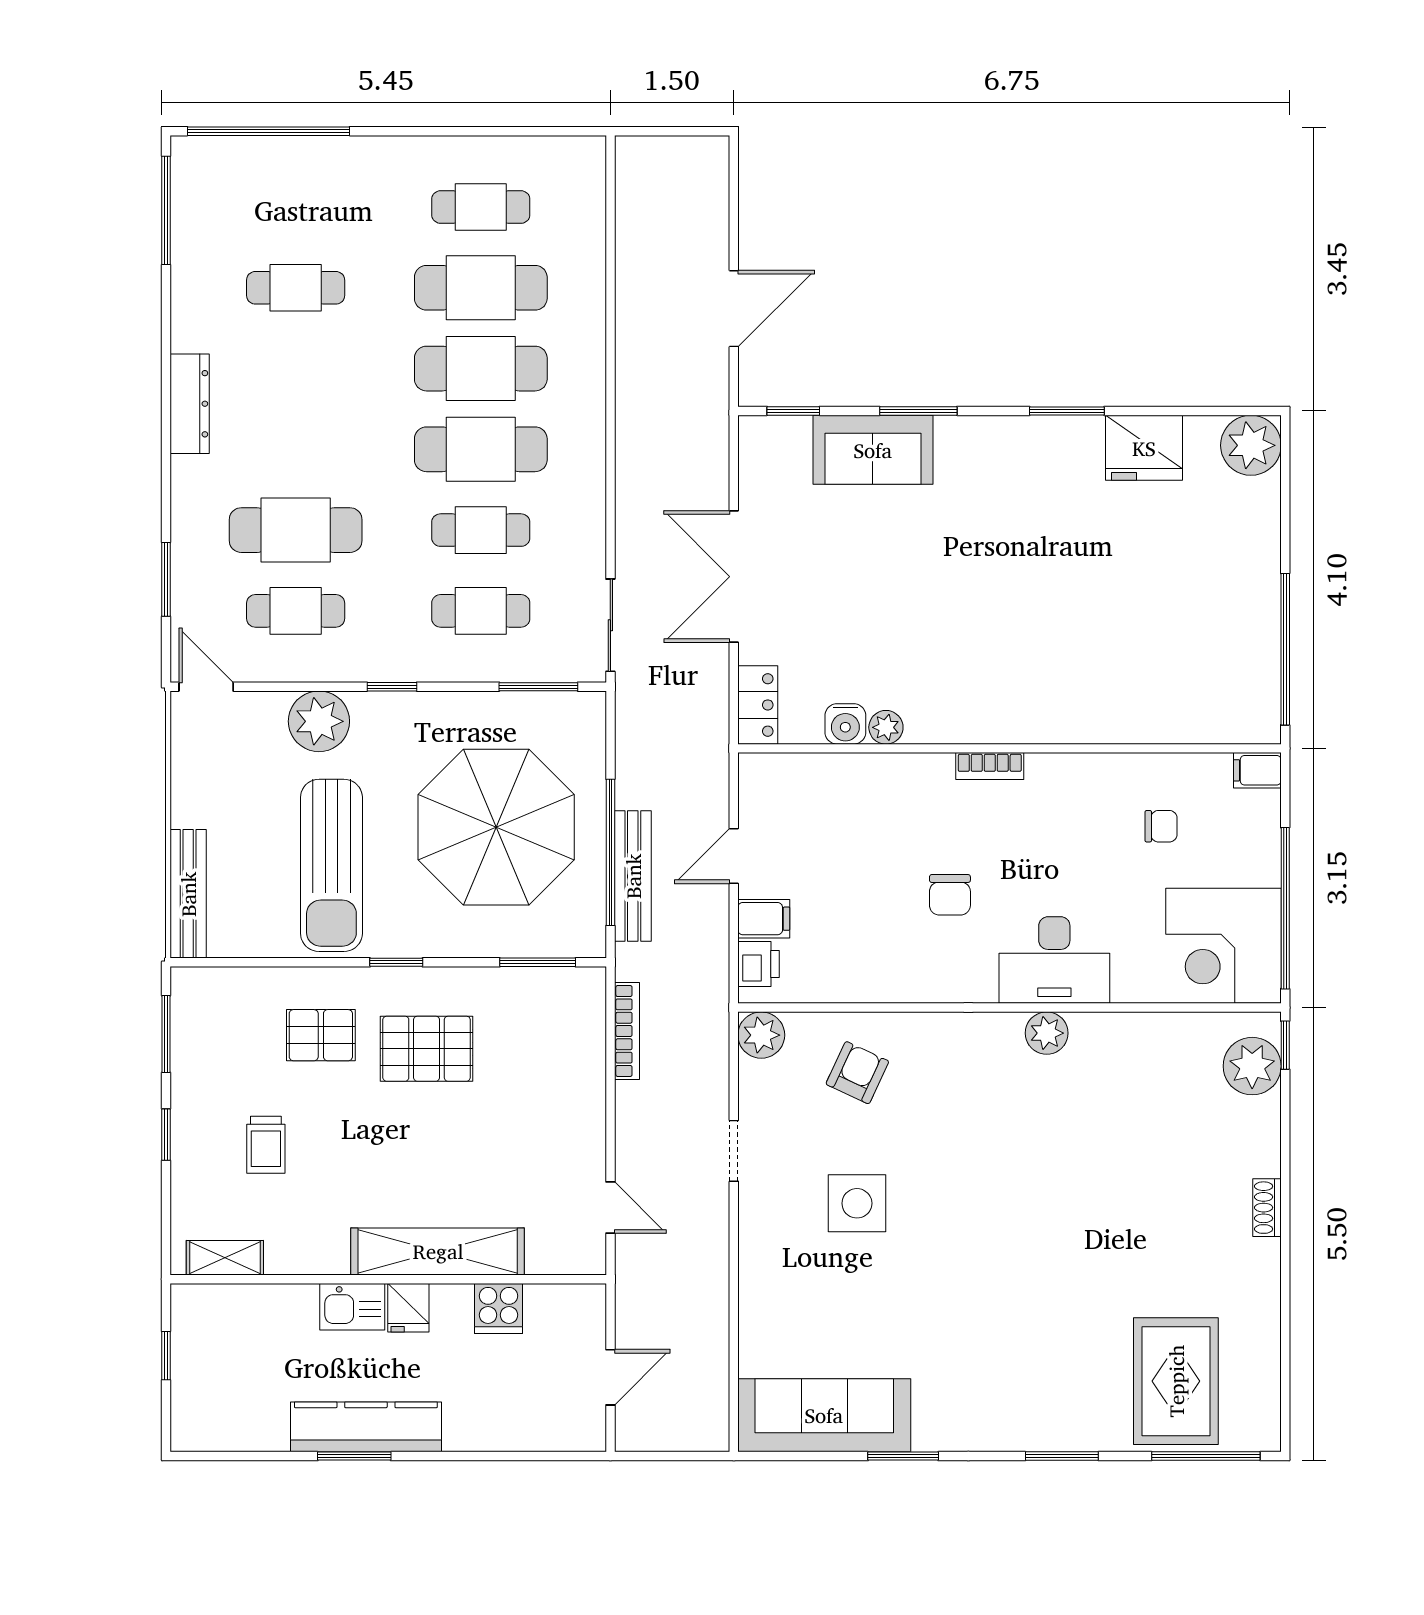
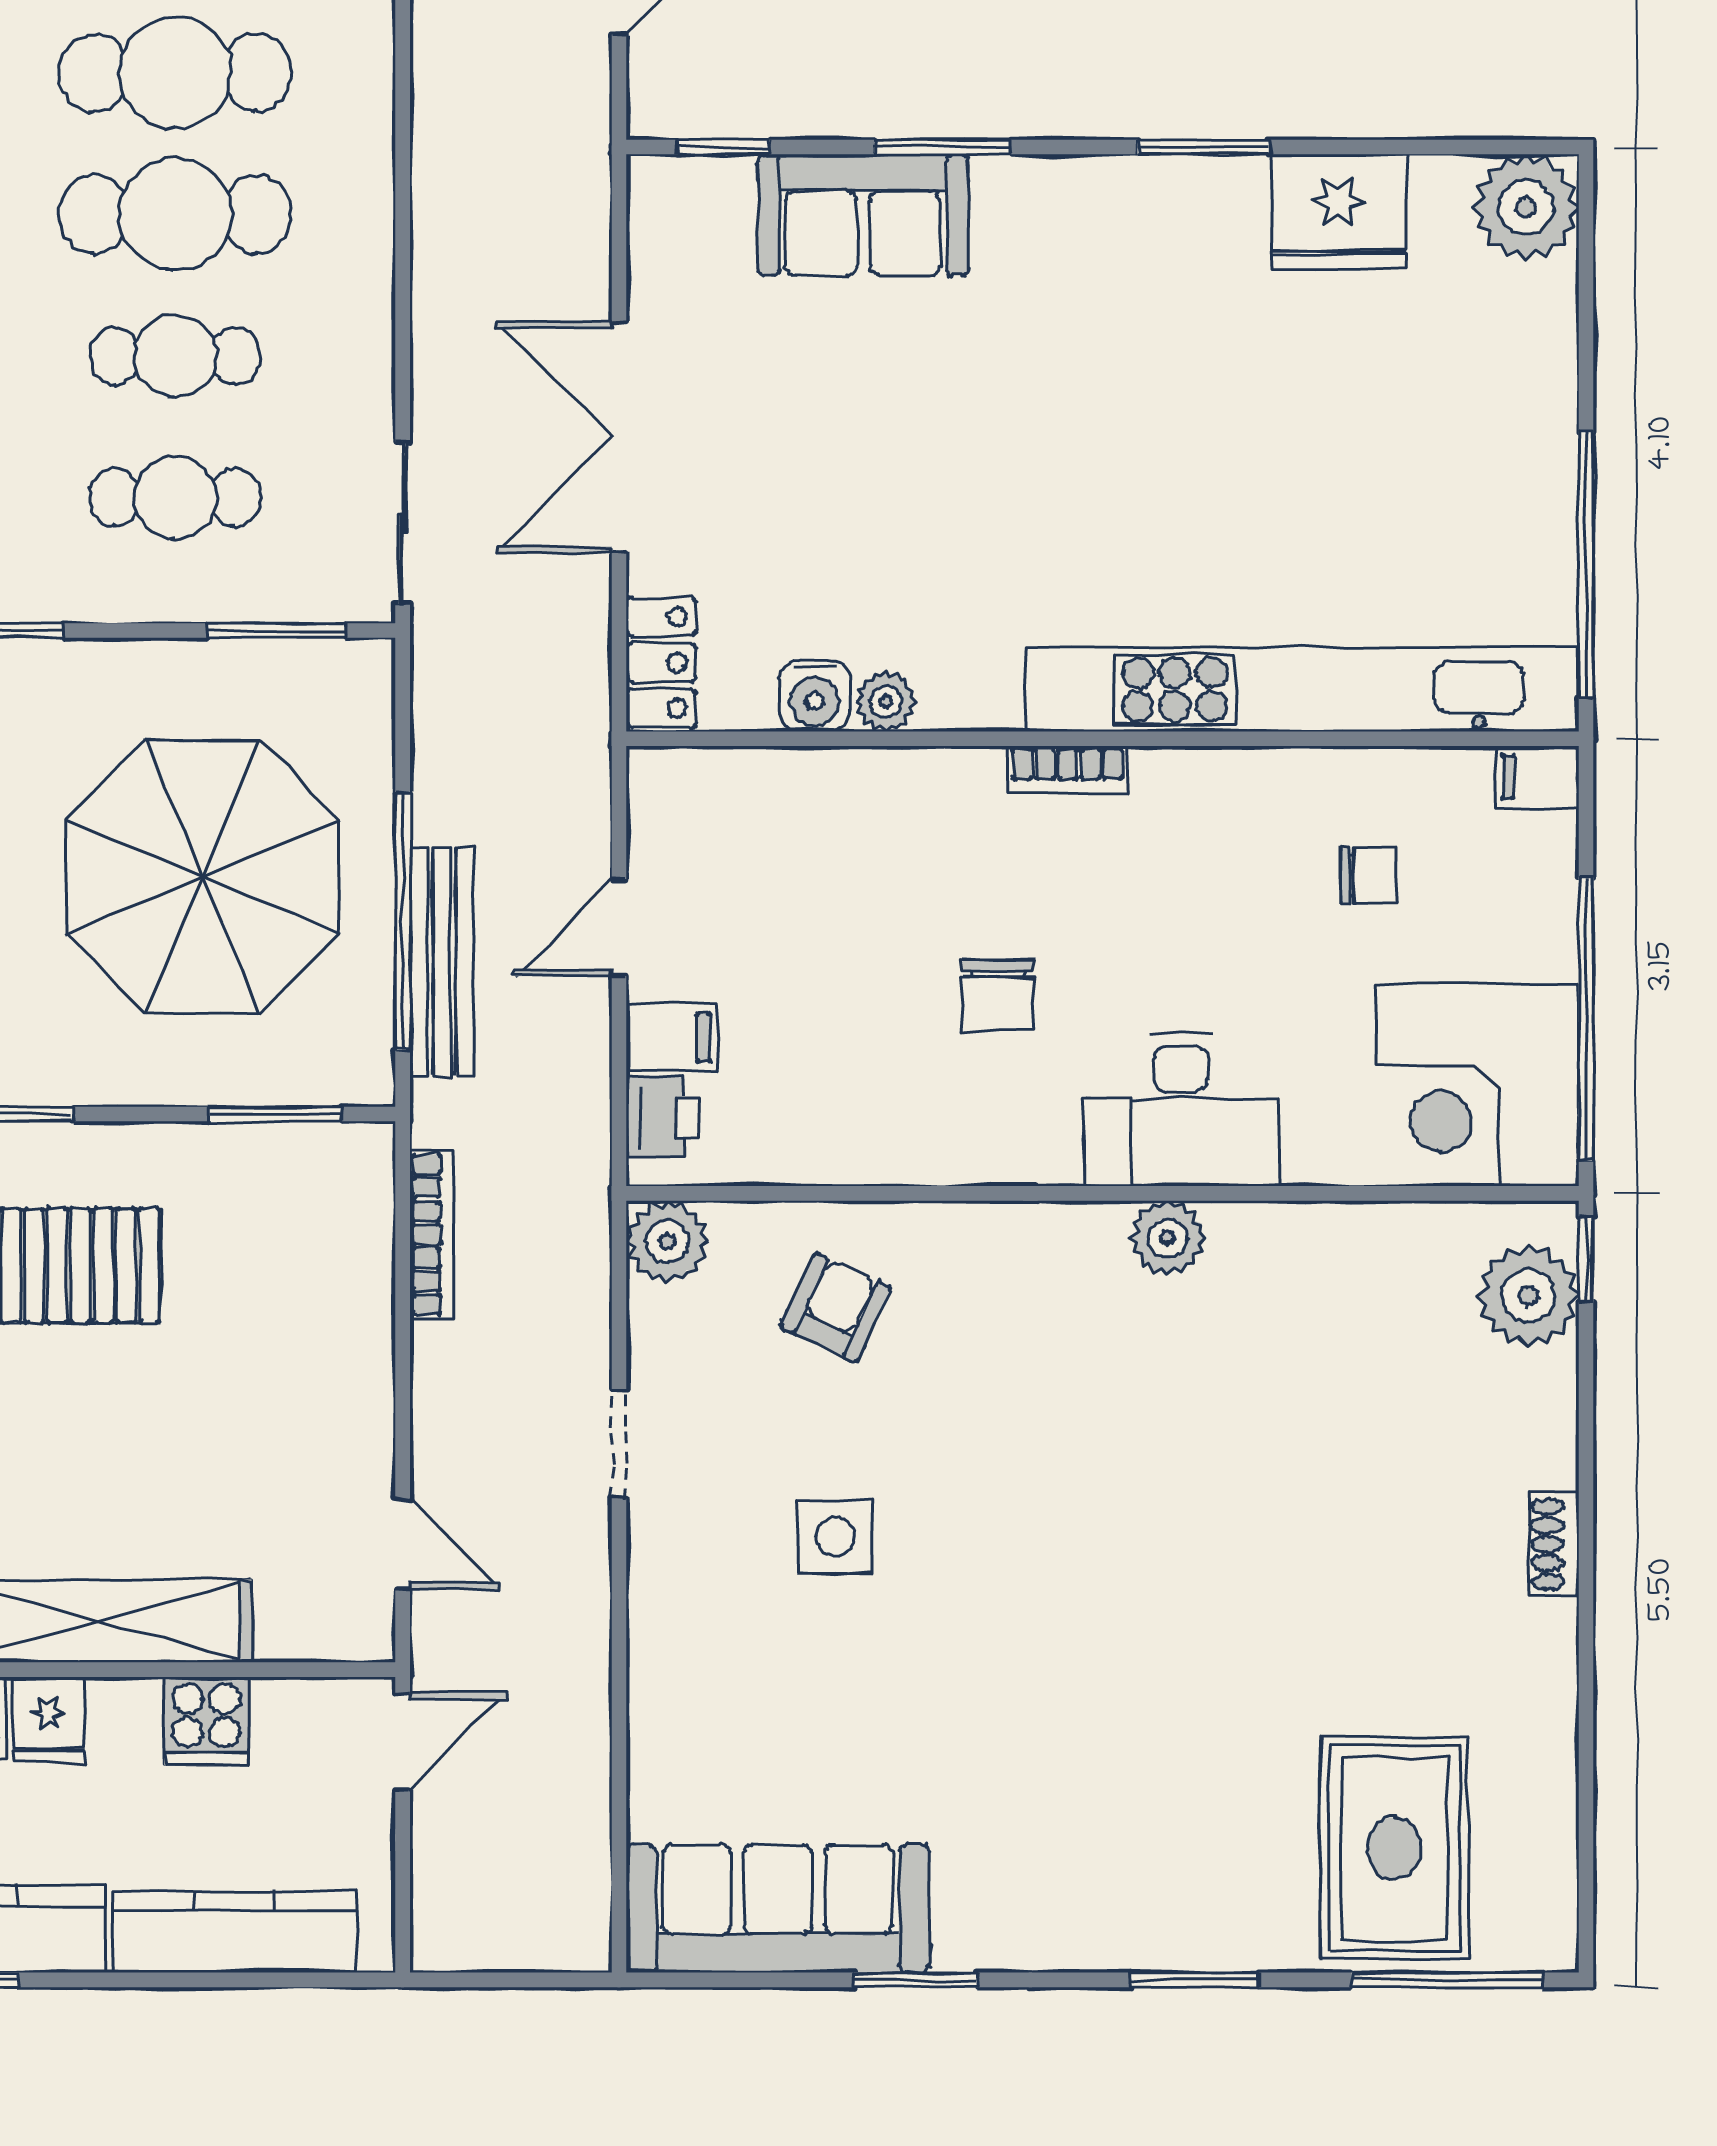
kitchen unit: (1123, 720) -> (1302, 690), added
side table: (857, 1203) -> (835, 1537), width x0.73, depth x0.73
door: (610, 1377) -> (403, 1741), moved
kitchen counter: (514, 1429) -> (234, 1932), added

